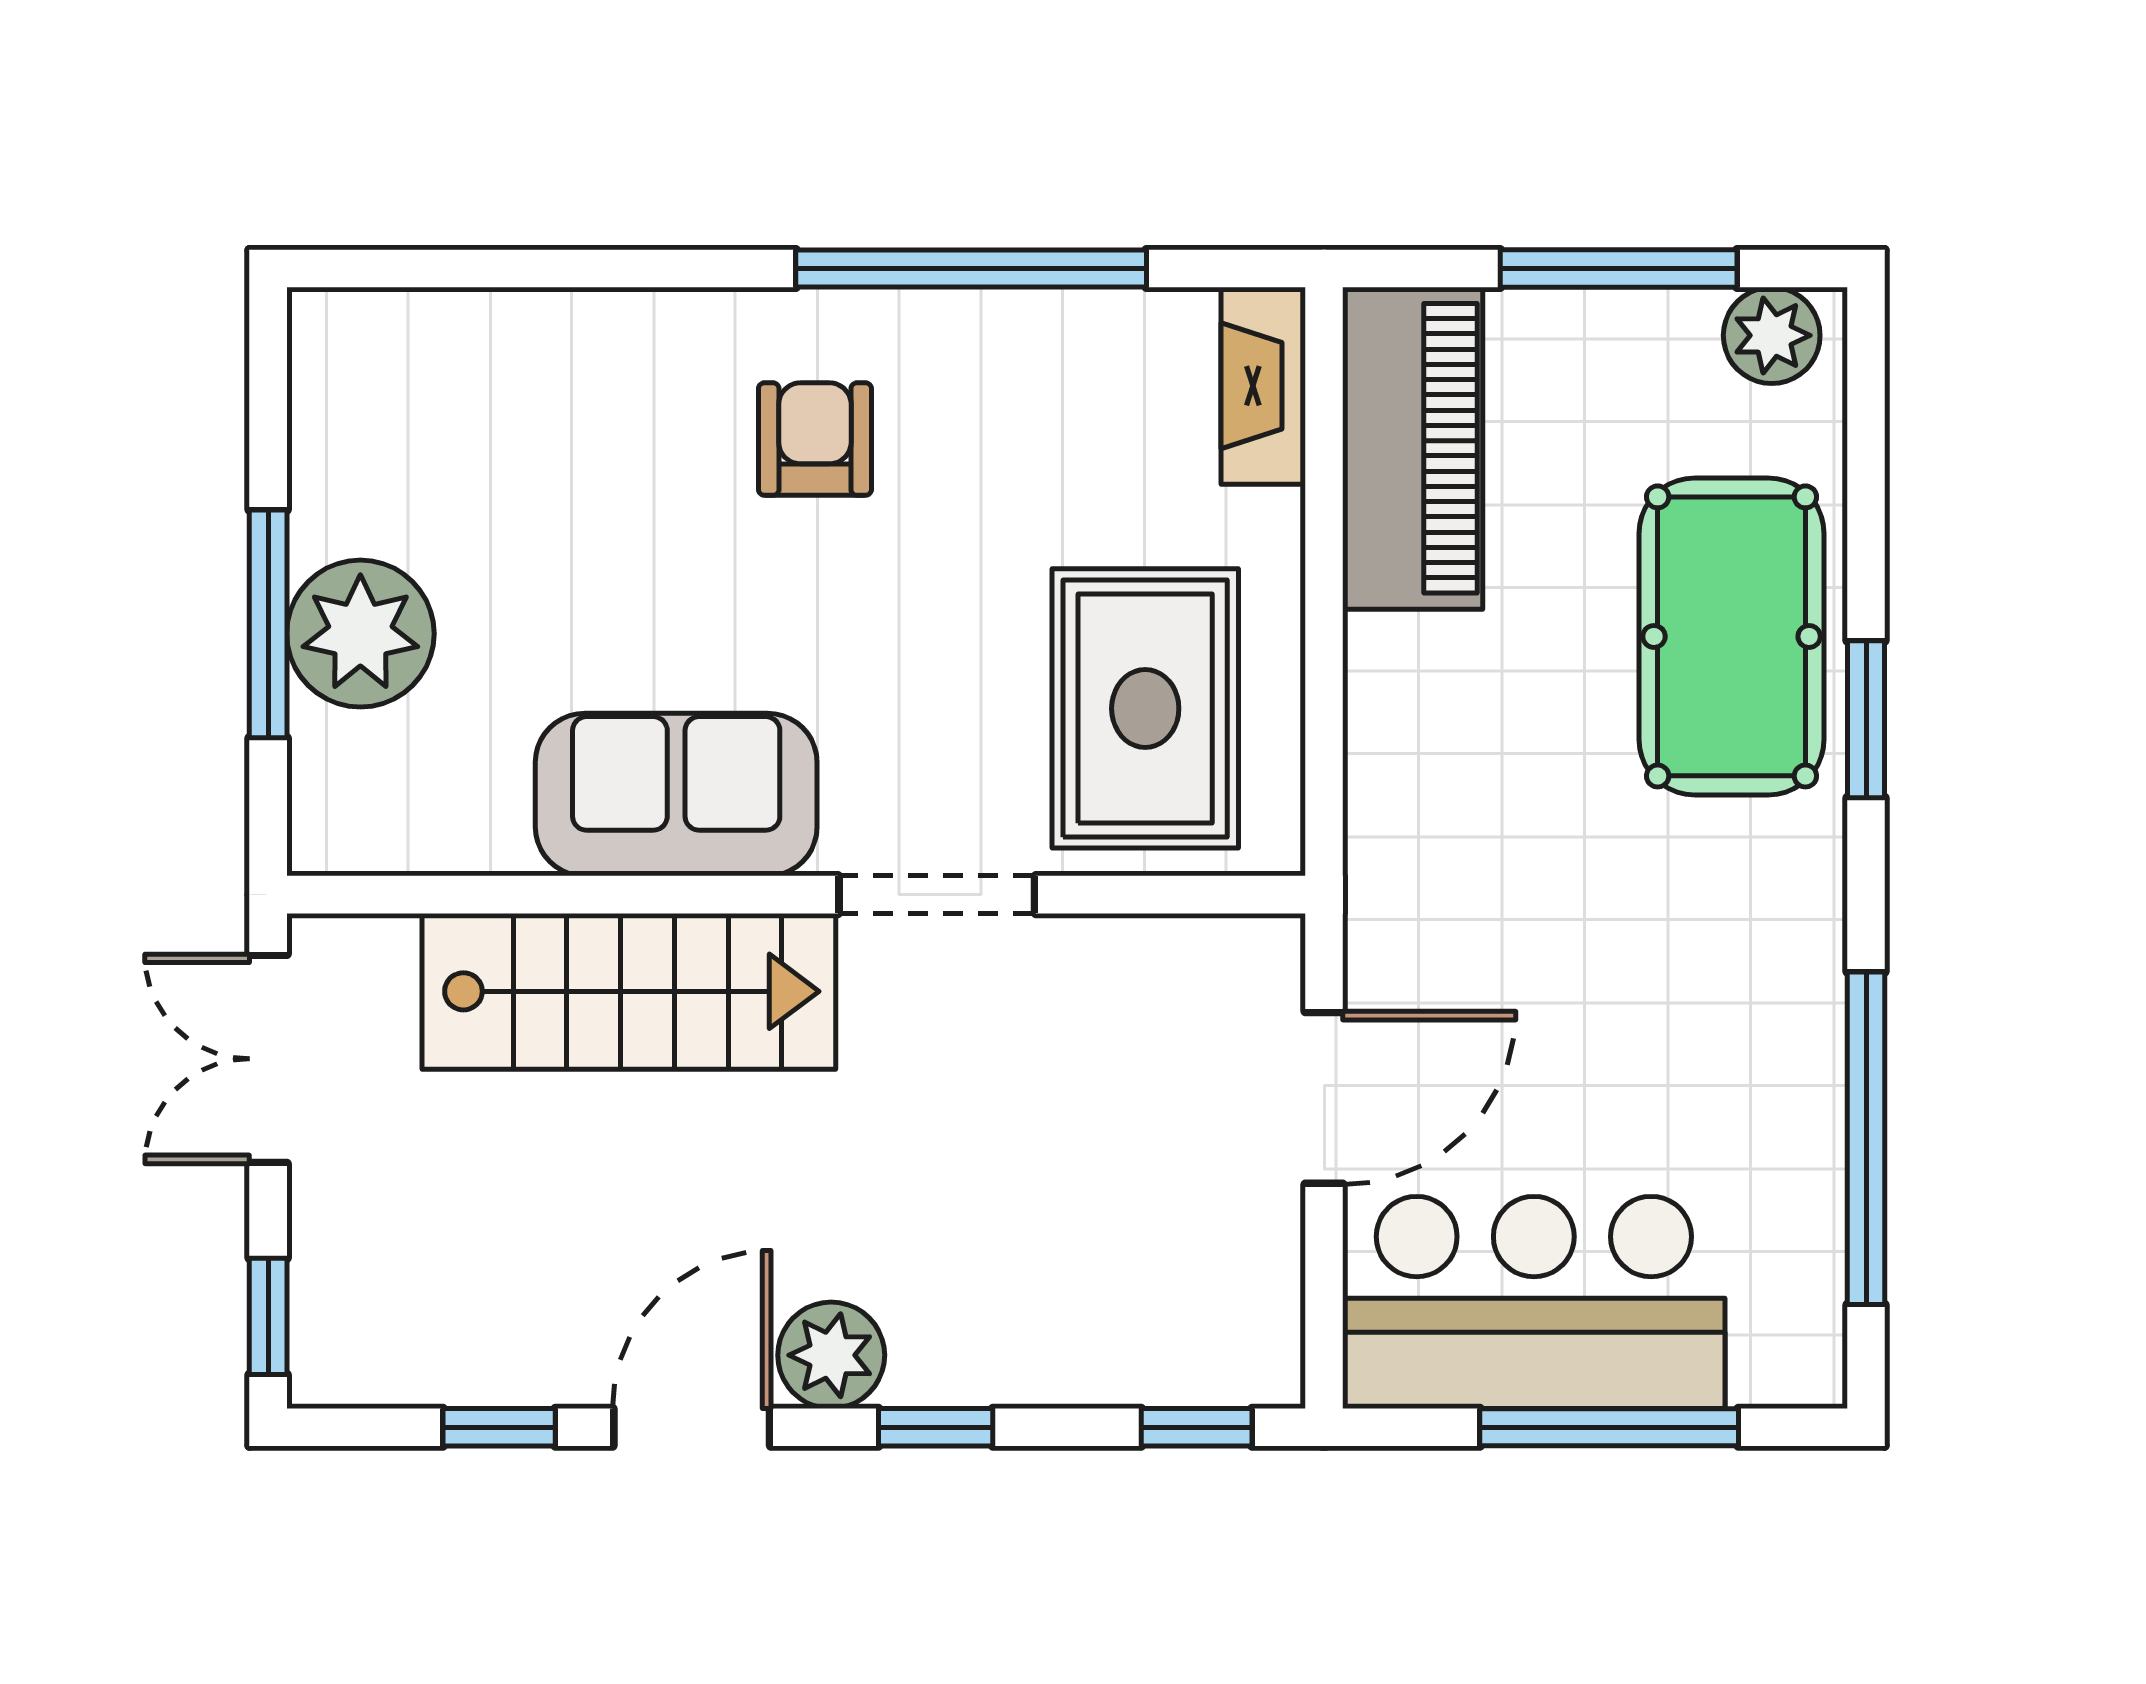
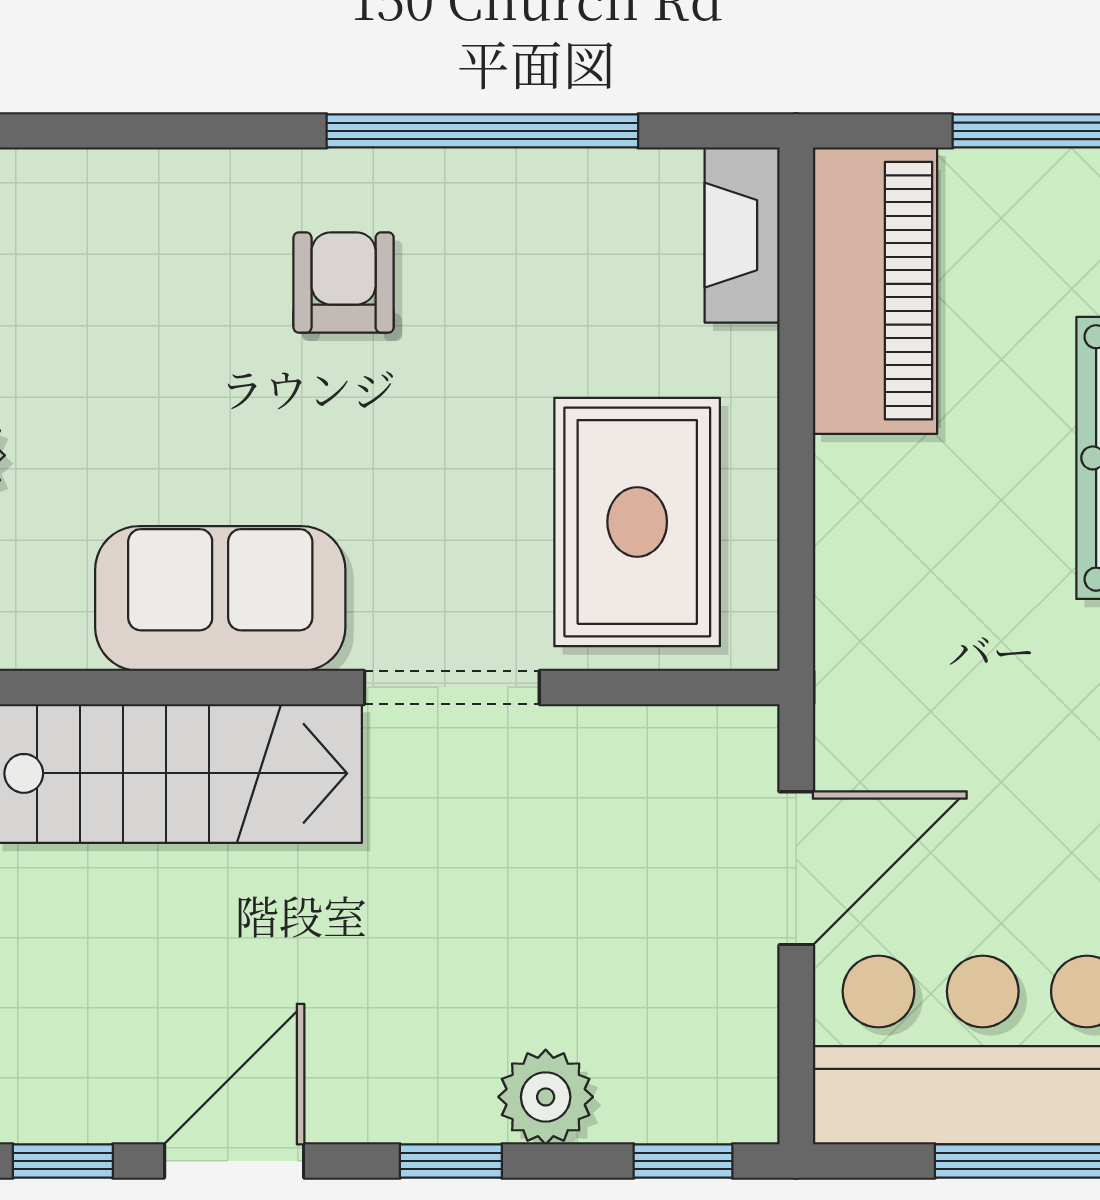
plant: (831, 1355) -> (546, 1097), moved

